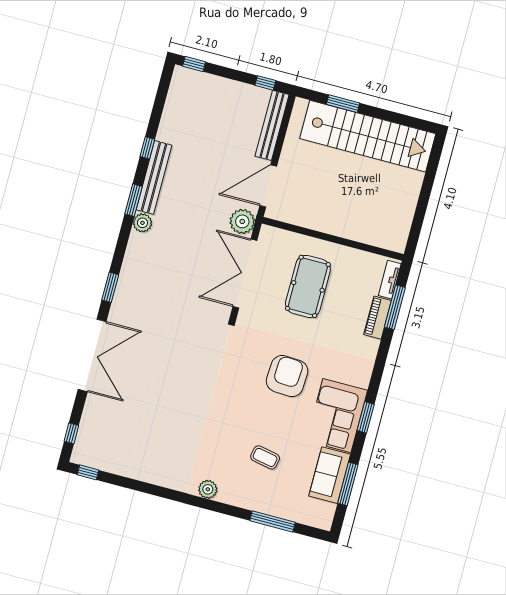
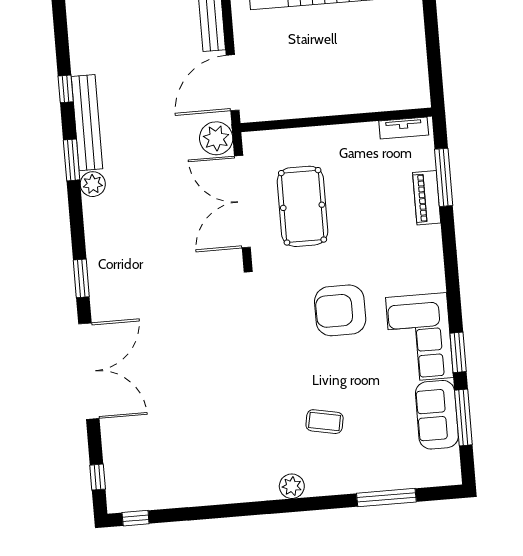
tv unit: (390, 280) -> (404, 128), moved, turned -90
pool table: (308, 286) -> (303, 206), moved
armchair: (287, 376) -> (340, 310), turned -93
window: (366, 417) -> (458, 352), moved
coffee table: (265, 457) -> (325, 422), moved

